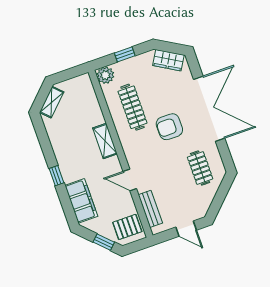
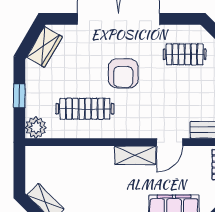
shelving: (105, 141) -> (135, 155), moved

